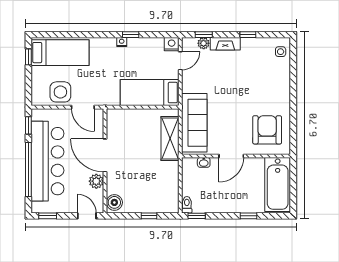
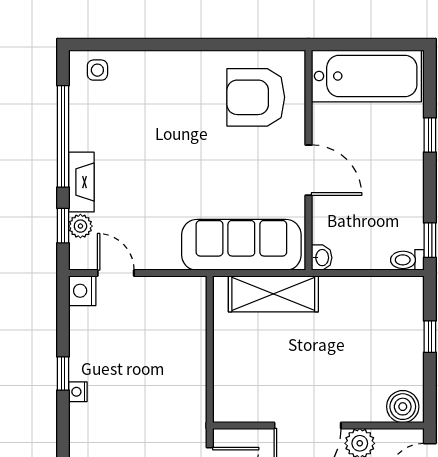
window: (248, 35) -> (63, 136), width x3.17
bed: (150, 93) -> (180, 335), removed
washbasin: (204, 162) -> (322, 258), moved

